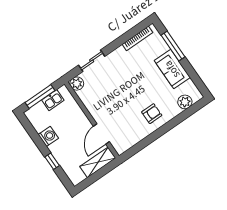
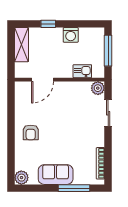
kitchen sink: (53, 100) -> (82, 71), moved, turned 90
plant: (185, 102) -> (21, 178), moved
door: (101, 134) -> (43, 80), swing flipped
shelving: (98, 162) -> (21, 45), moved

